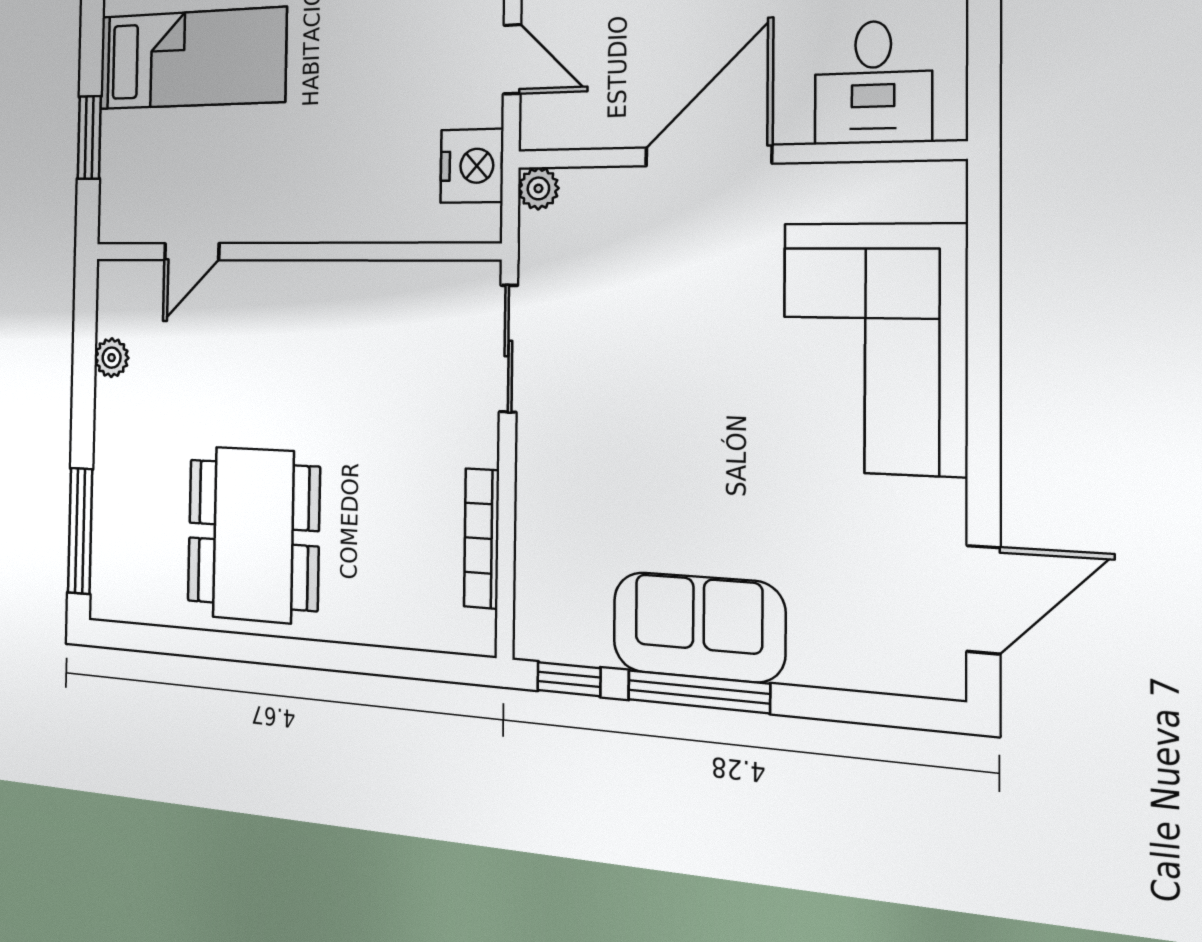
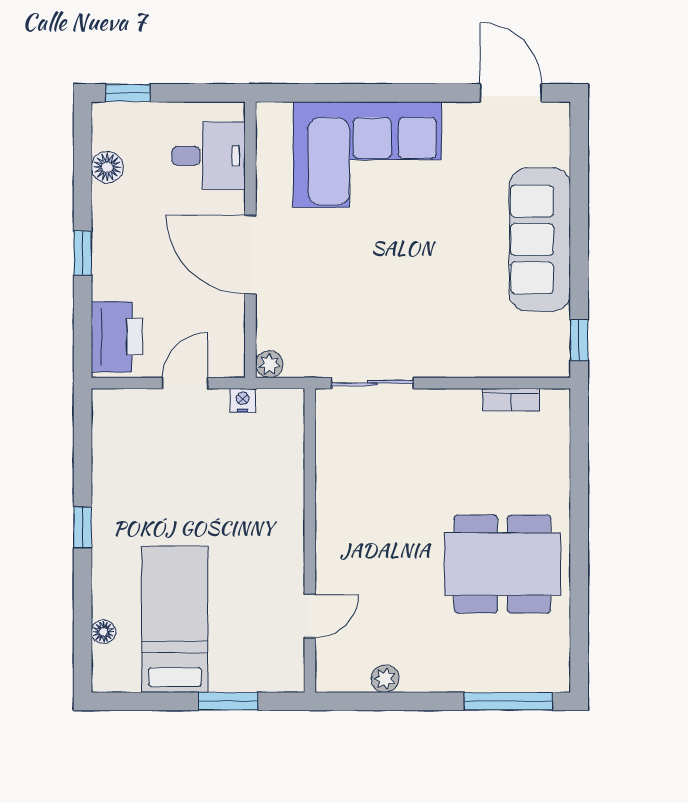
nightstand: (472, 166) -> (243, 400), width x0.53, depth x0.56
door: (192, 252) -> (310, 616), hinge flipped
bookcase: (482, 538) -> (511, 400), width x0.64
sofa: (698, 627) -> (540, 239), width x1.36
window: (698, 692) -> (579, 258), removed

